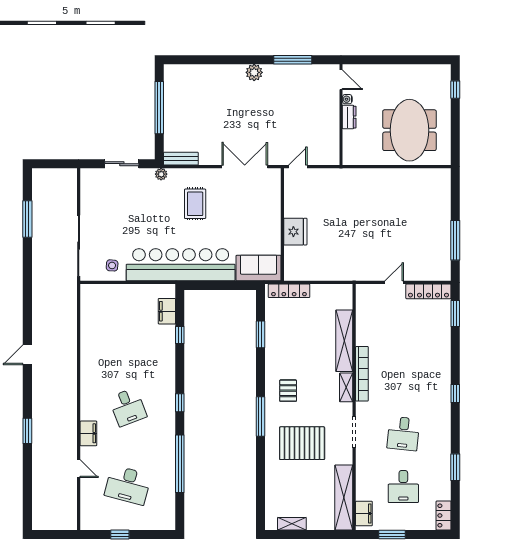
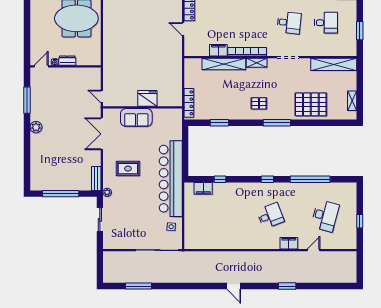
sofa: (259, 268) -> (136, 117), moved, turned -90
pallet: (302, 443) -> (311, 104), moved, turned 90
filing cabinet: (364, 514) -> (218, 50), moved

